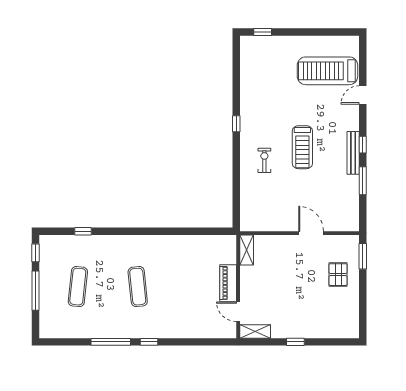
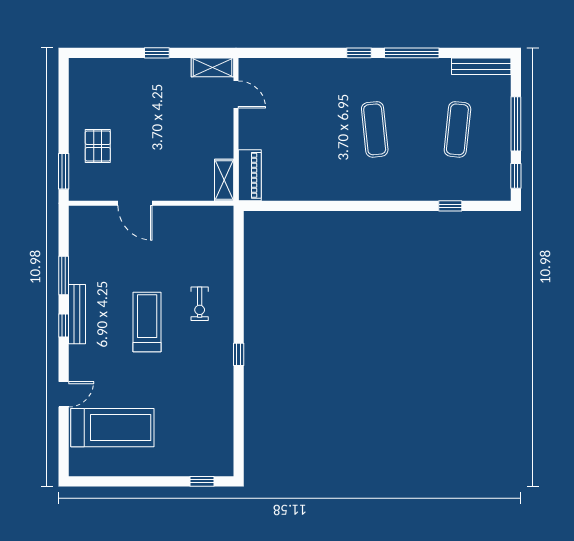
piano: (228, 283) -> (250, 175), moved
bench: (61, 332) -> (481, 66), added

